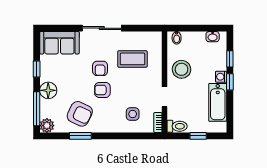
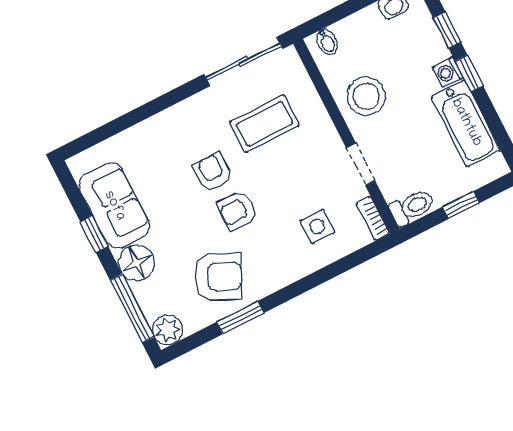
sliding door: (102, 28) -> (243, 61), moved
sofa: (59, 43) -> (114, 206), moved, turned -90
armchair: (100, 68) -> (213, 172), turned 180

